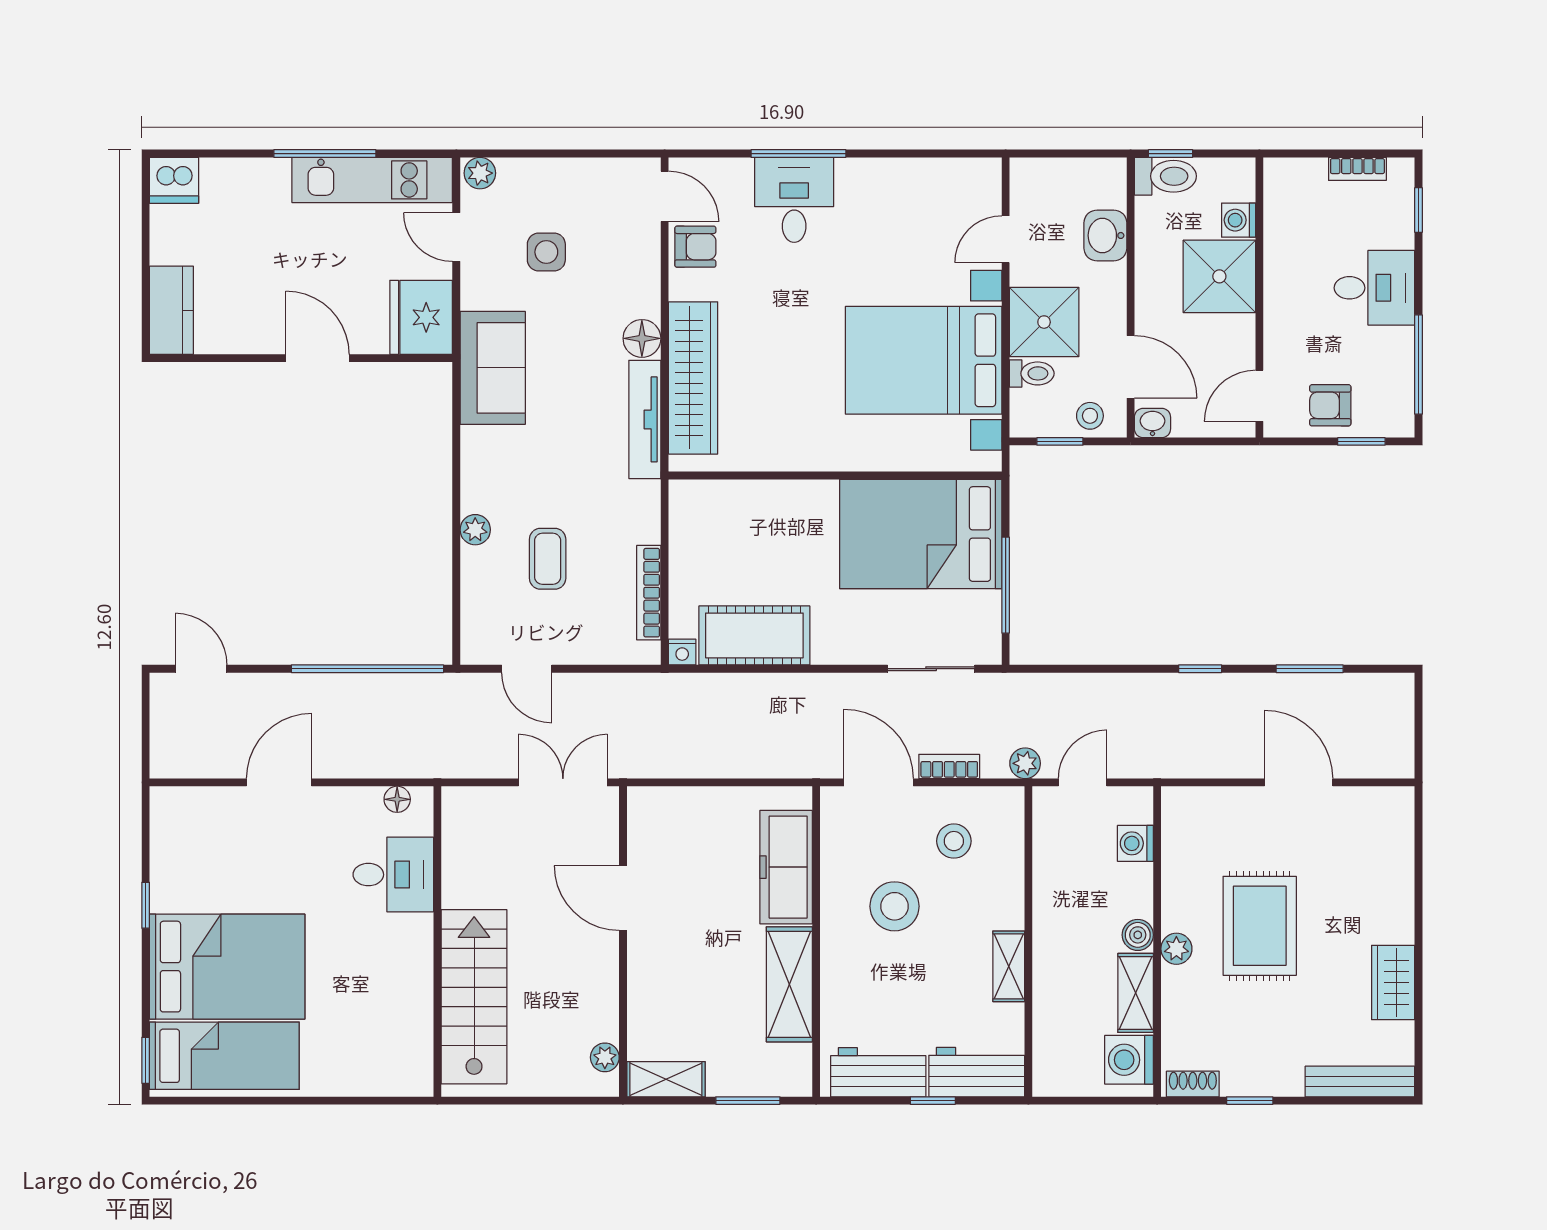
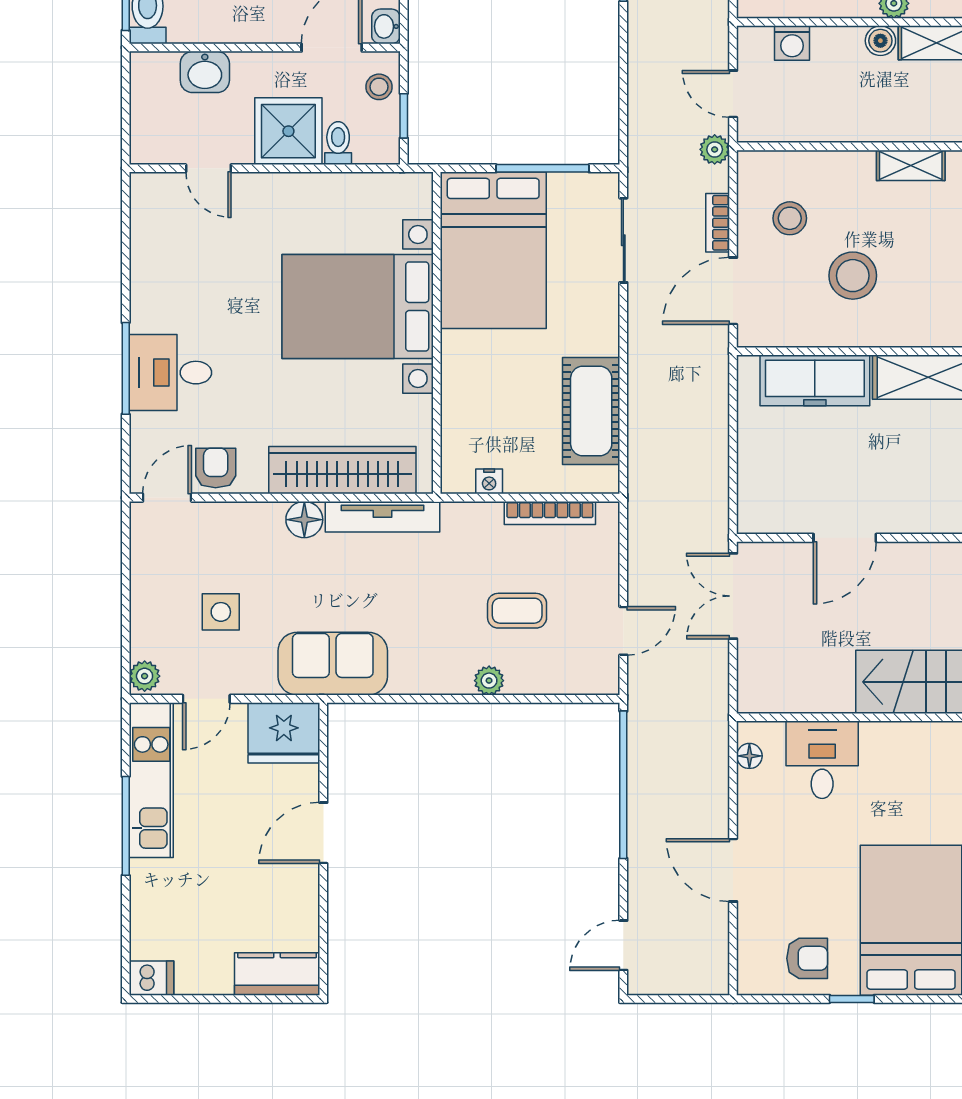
dishwasher: (174, 180) -> (152, 978), width x0.73
bed with nightstands: (924, 360) -> (358, 307), moved, turned 90
nightstand: (682, 652) -> (489, 481), moved, turned 90
armchair: (188, 859) -> (807, 958), added

